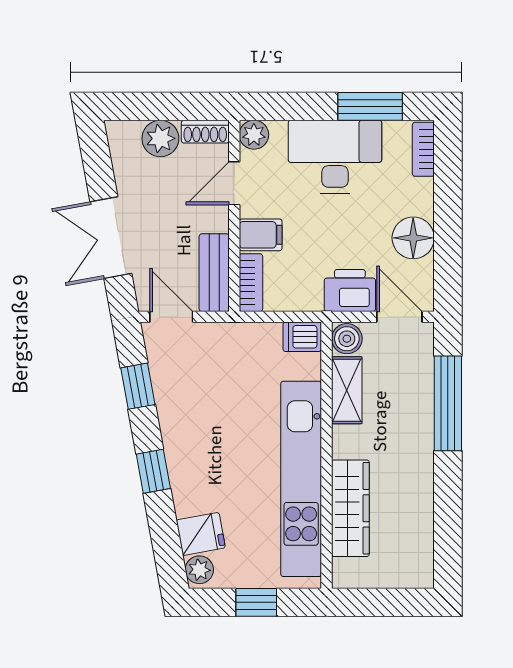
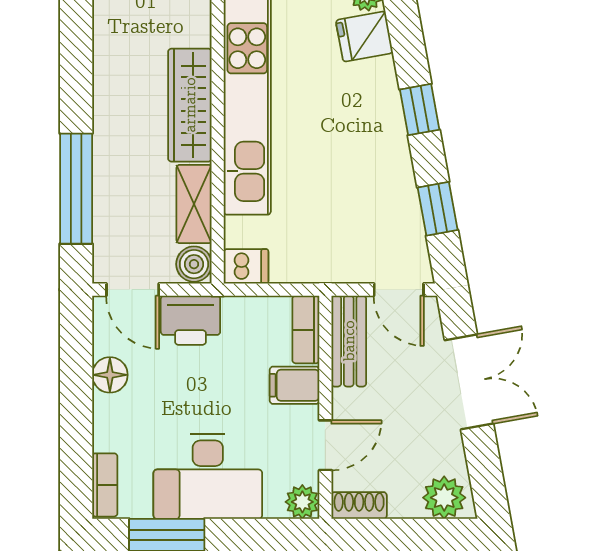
plant: (160, 138) -> (444, 498), moved
floor lamp: (413, 238) -> (110, 375), width x0.73, depth x0.73
wardrobe: (350, 508) -> (190, 105), moved

